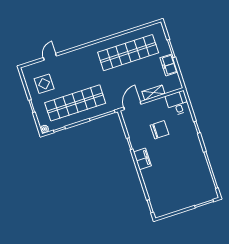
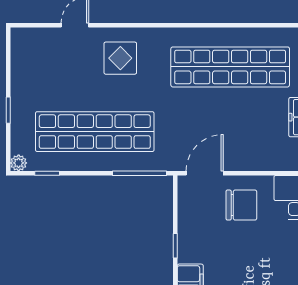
display table: (44, 84) -> (120, 58), moved
shelving: (153, 93) -> (254, 161), removed
chair: (160, 130) -> (241, 205), moved

